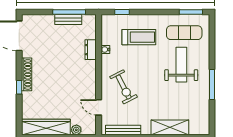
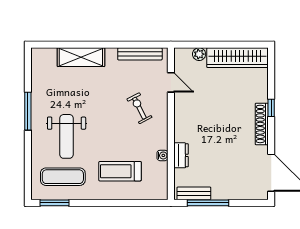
window: (122, 12) -> (141, 203), removed
bench: (68, 20) -> (194, 193), moved
exercise bike: (124, 87) -> (139, 108), width x0.73, depth x0.72

